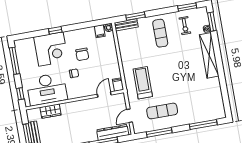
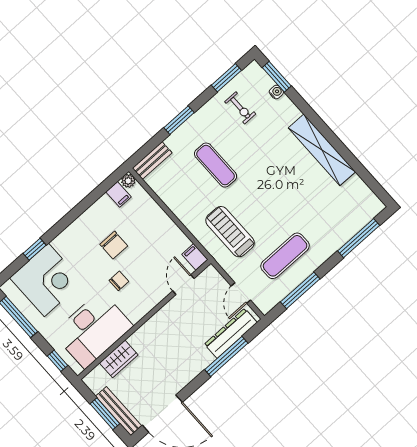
window: (135, 16) -> (179, 120), moved
window: (55, 30) -> (35, 249), moved
exercise mat: (160, 33) -> (216, 165), moved
corner desk: (51, 49) -> (46, 280), moved
shelving: (209, 55) -> (322, 150), moved

